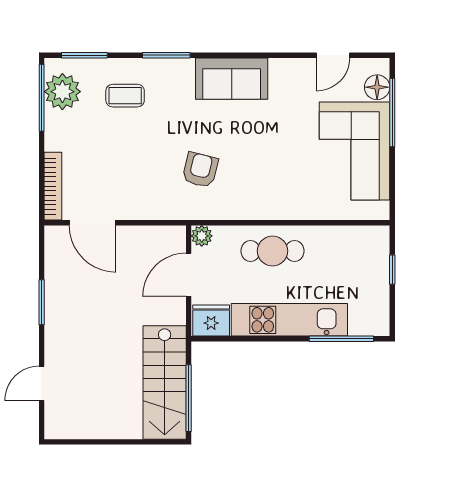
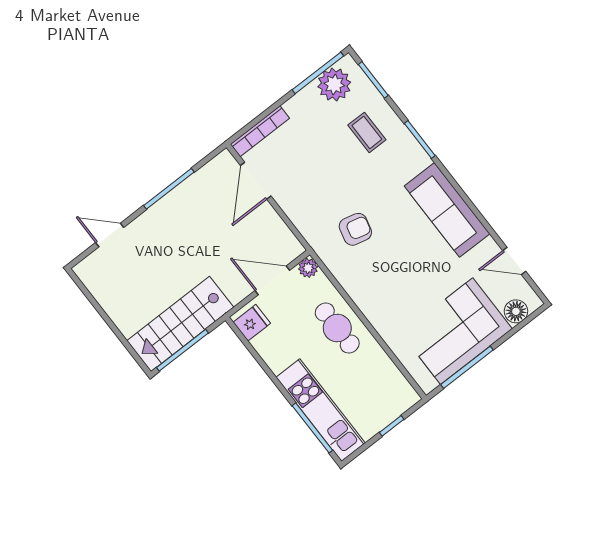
sofa: (232, 79) -> (447, 210), width x1.36
window: (392, 112) -> (467, 367), moved
window: (42, 302) -> (169, 189), width x1.44
fridge: (211, 320) -> (252, 323), width x0.72
kitchen unit: (289, 320) -> (321, 410), moved

